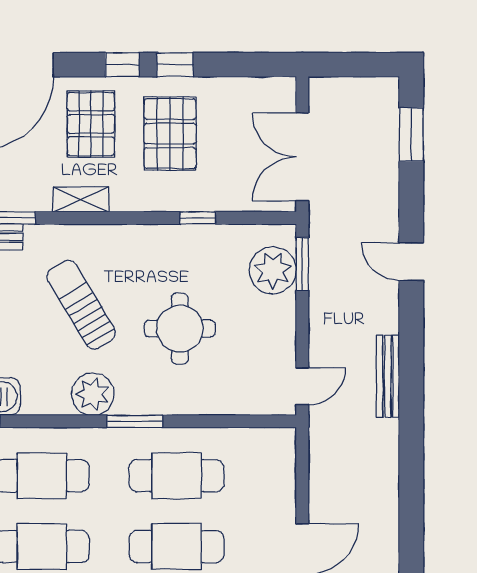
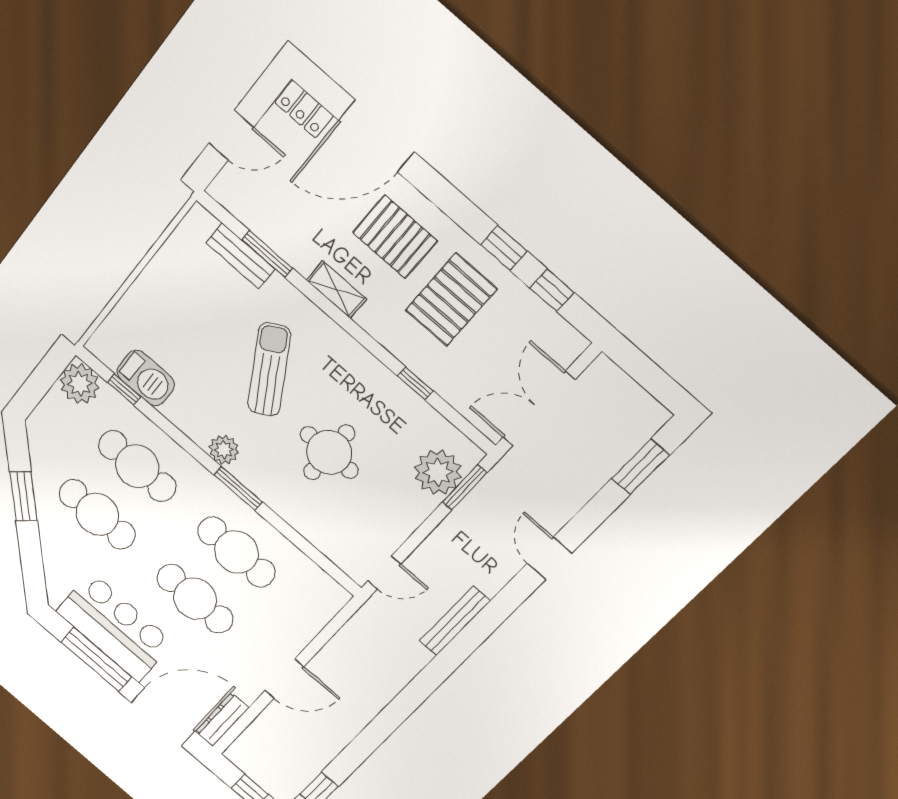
window: (122, 65) -> (552, 290), moved
pallet: (91, 124) -> (395, 237), turned 90
plant: (93, 394) -> (224, 450), width x0.73, depth x0.73

